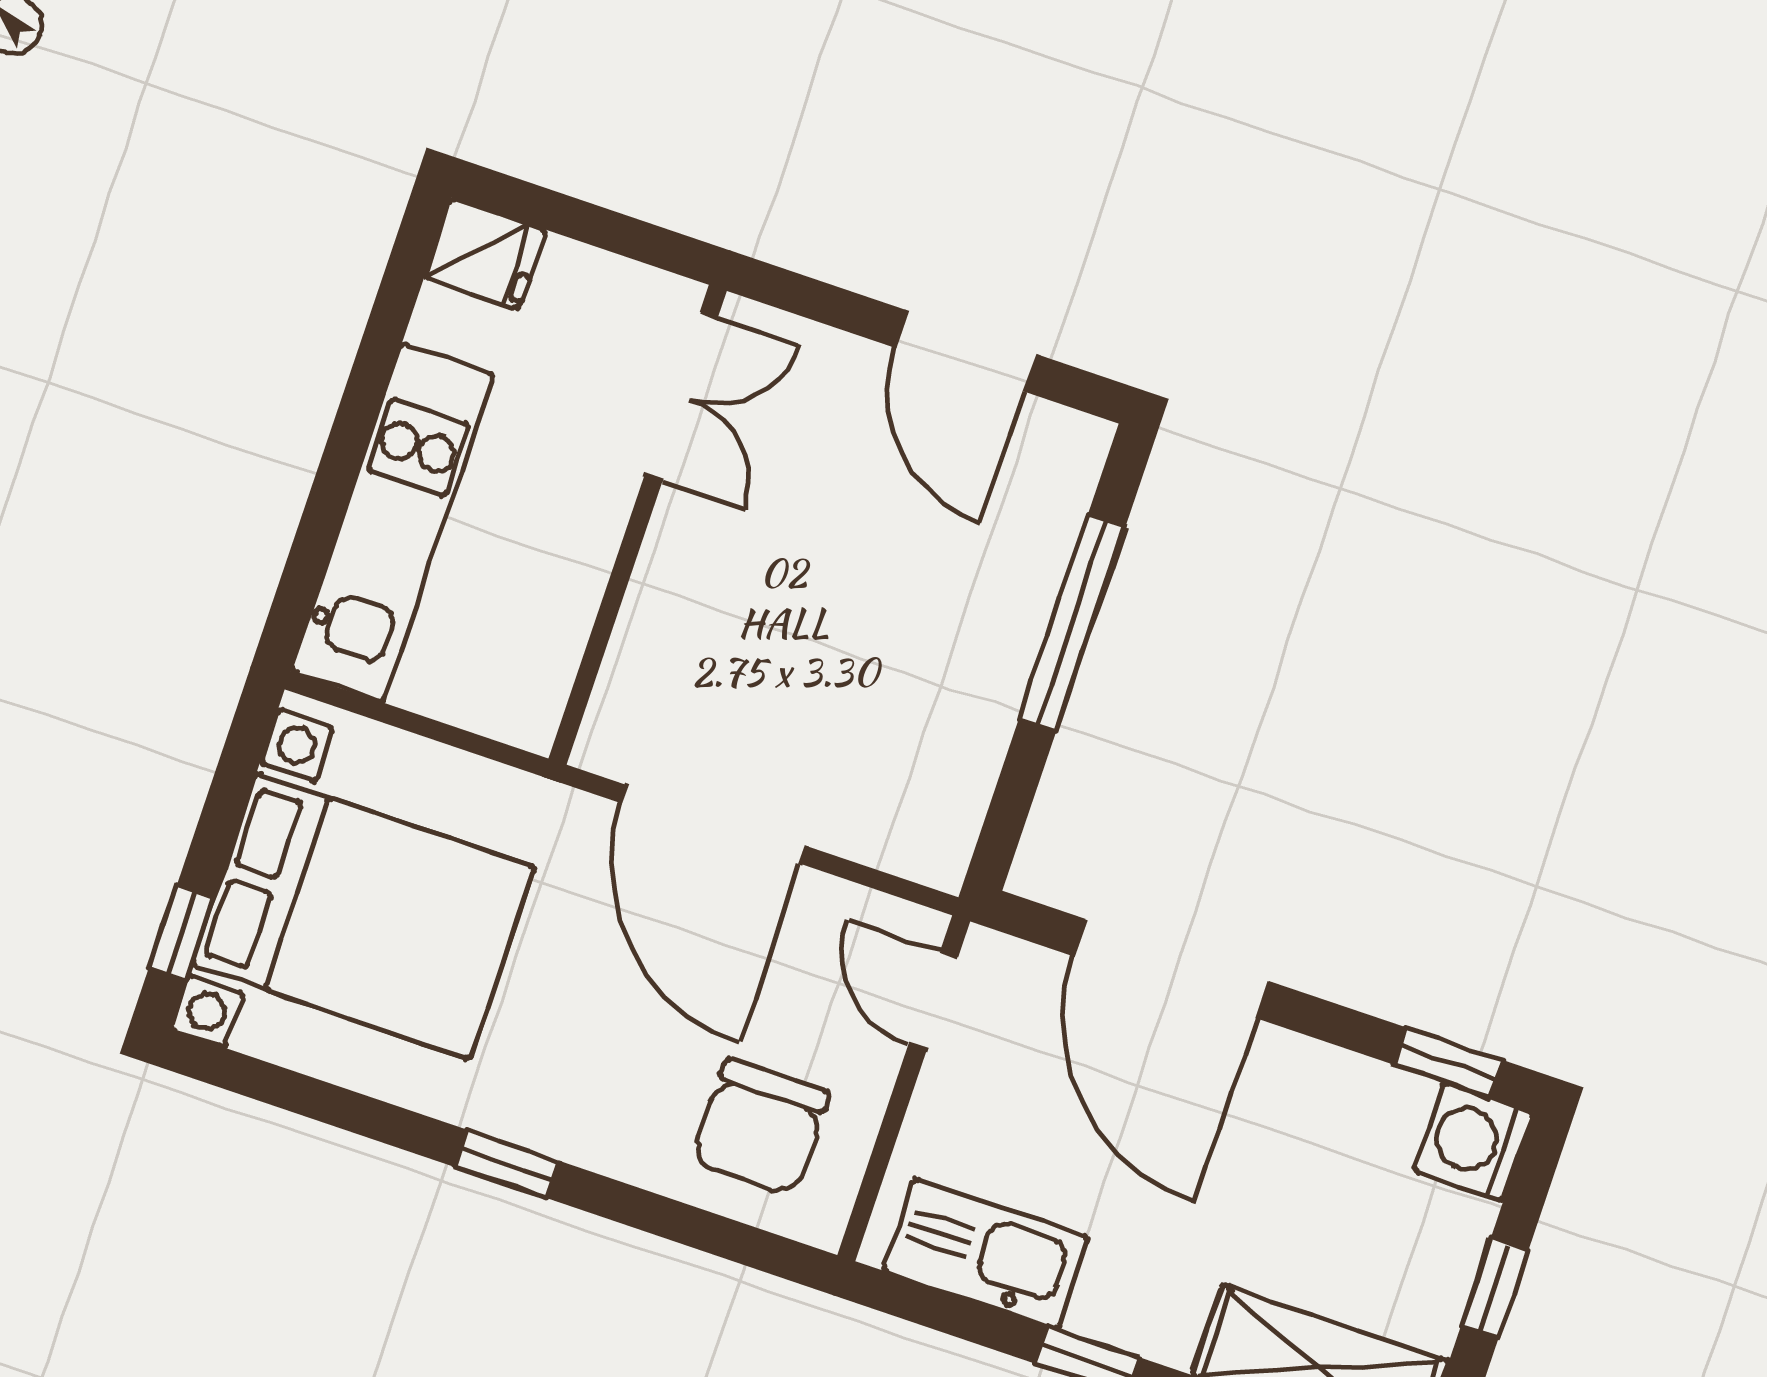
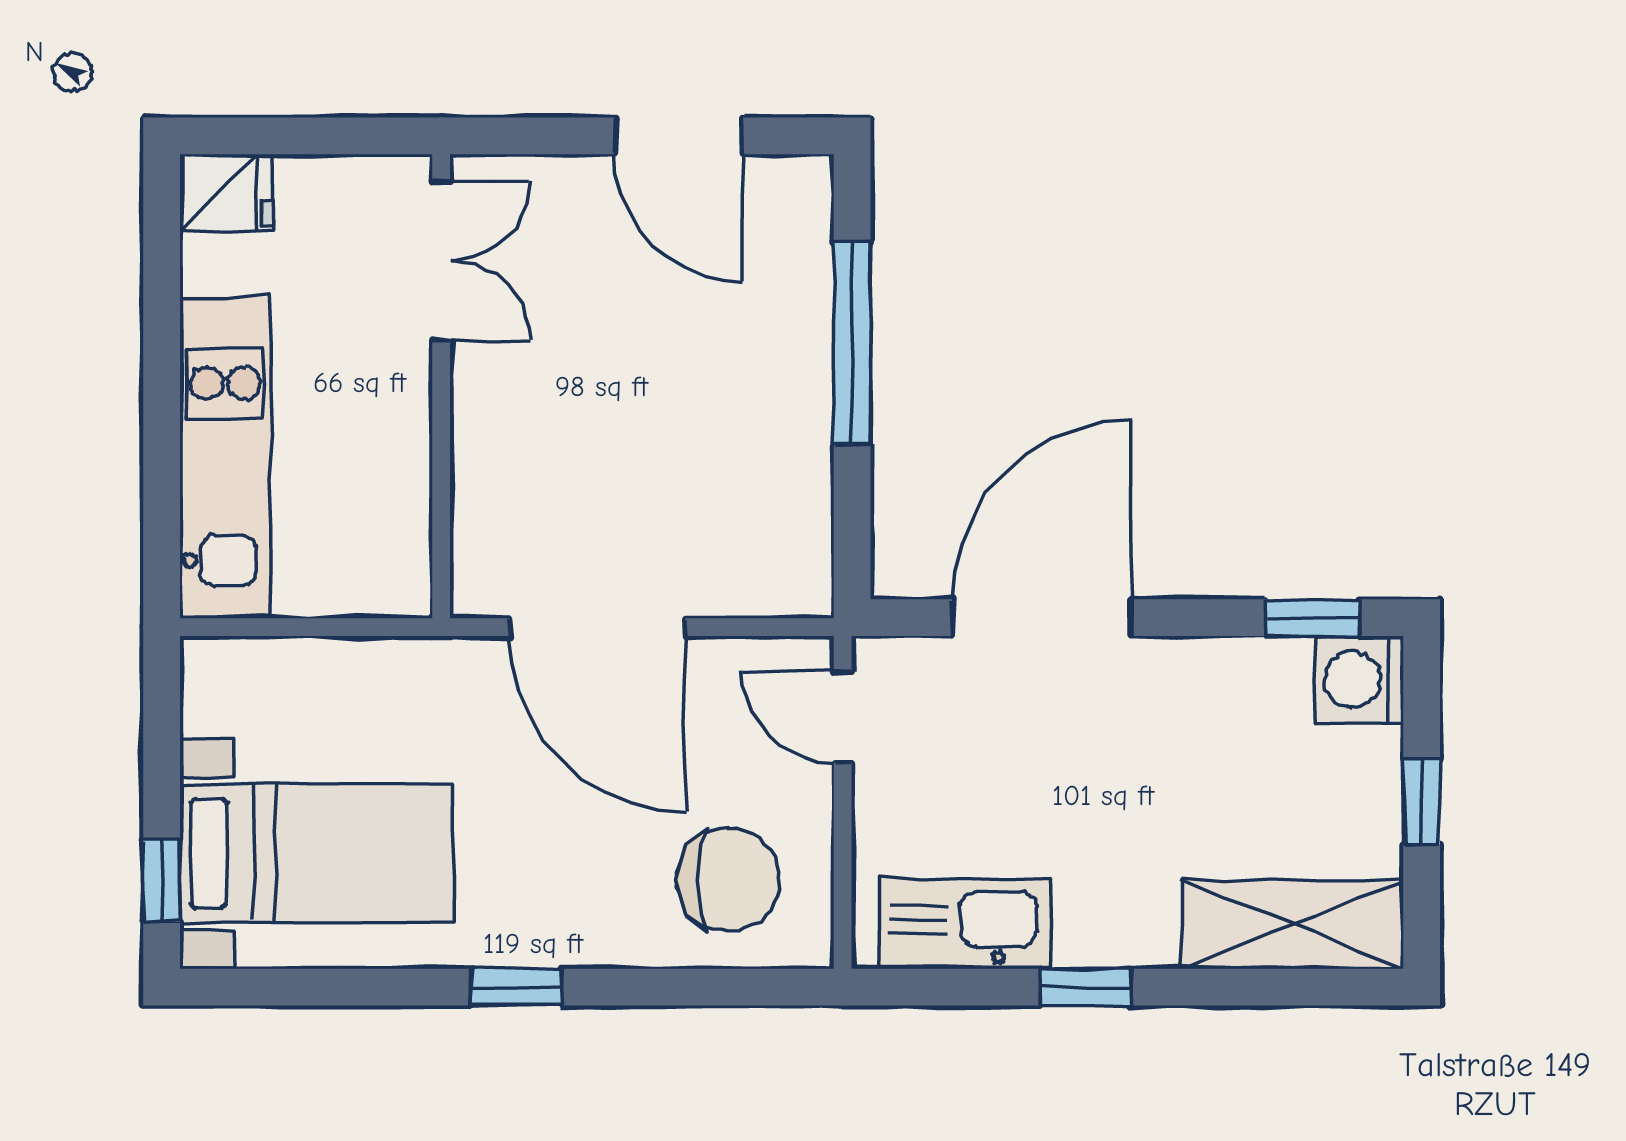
bed with nightstands: (363, 916) -> (316, 853), width x0.73
door: (1171, 969) -> (1042, 618), swing flipped
chair: (760, 1128) -> (728, 880), turned -90

